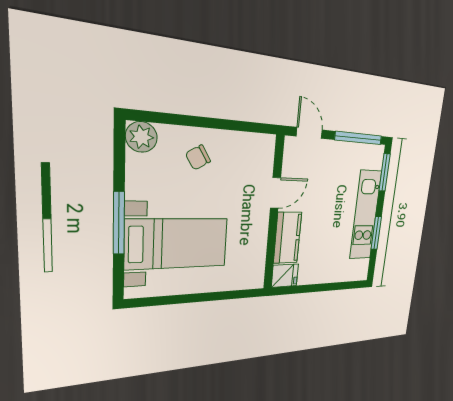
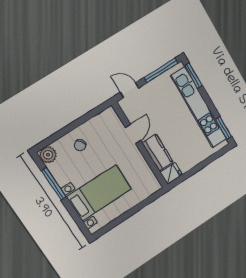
kitchen unit: (365, 215) -> (199, 108), width x1.36
window: (119, 223) -> (54, 184), moved
window: (376, 233) -> (223, 128), moved

